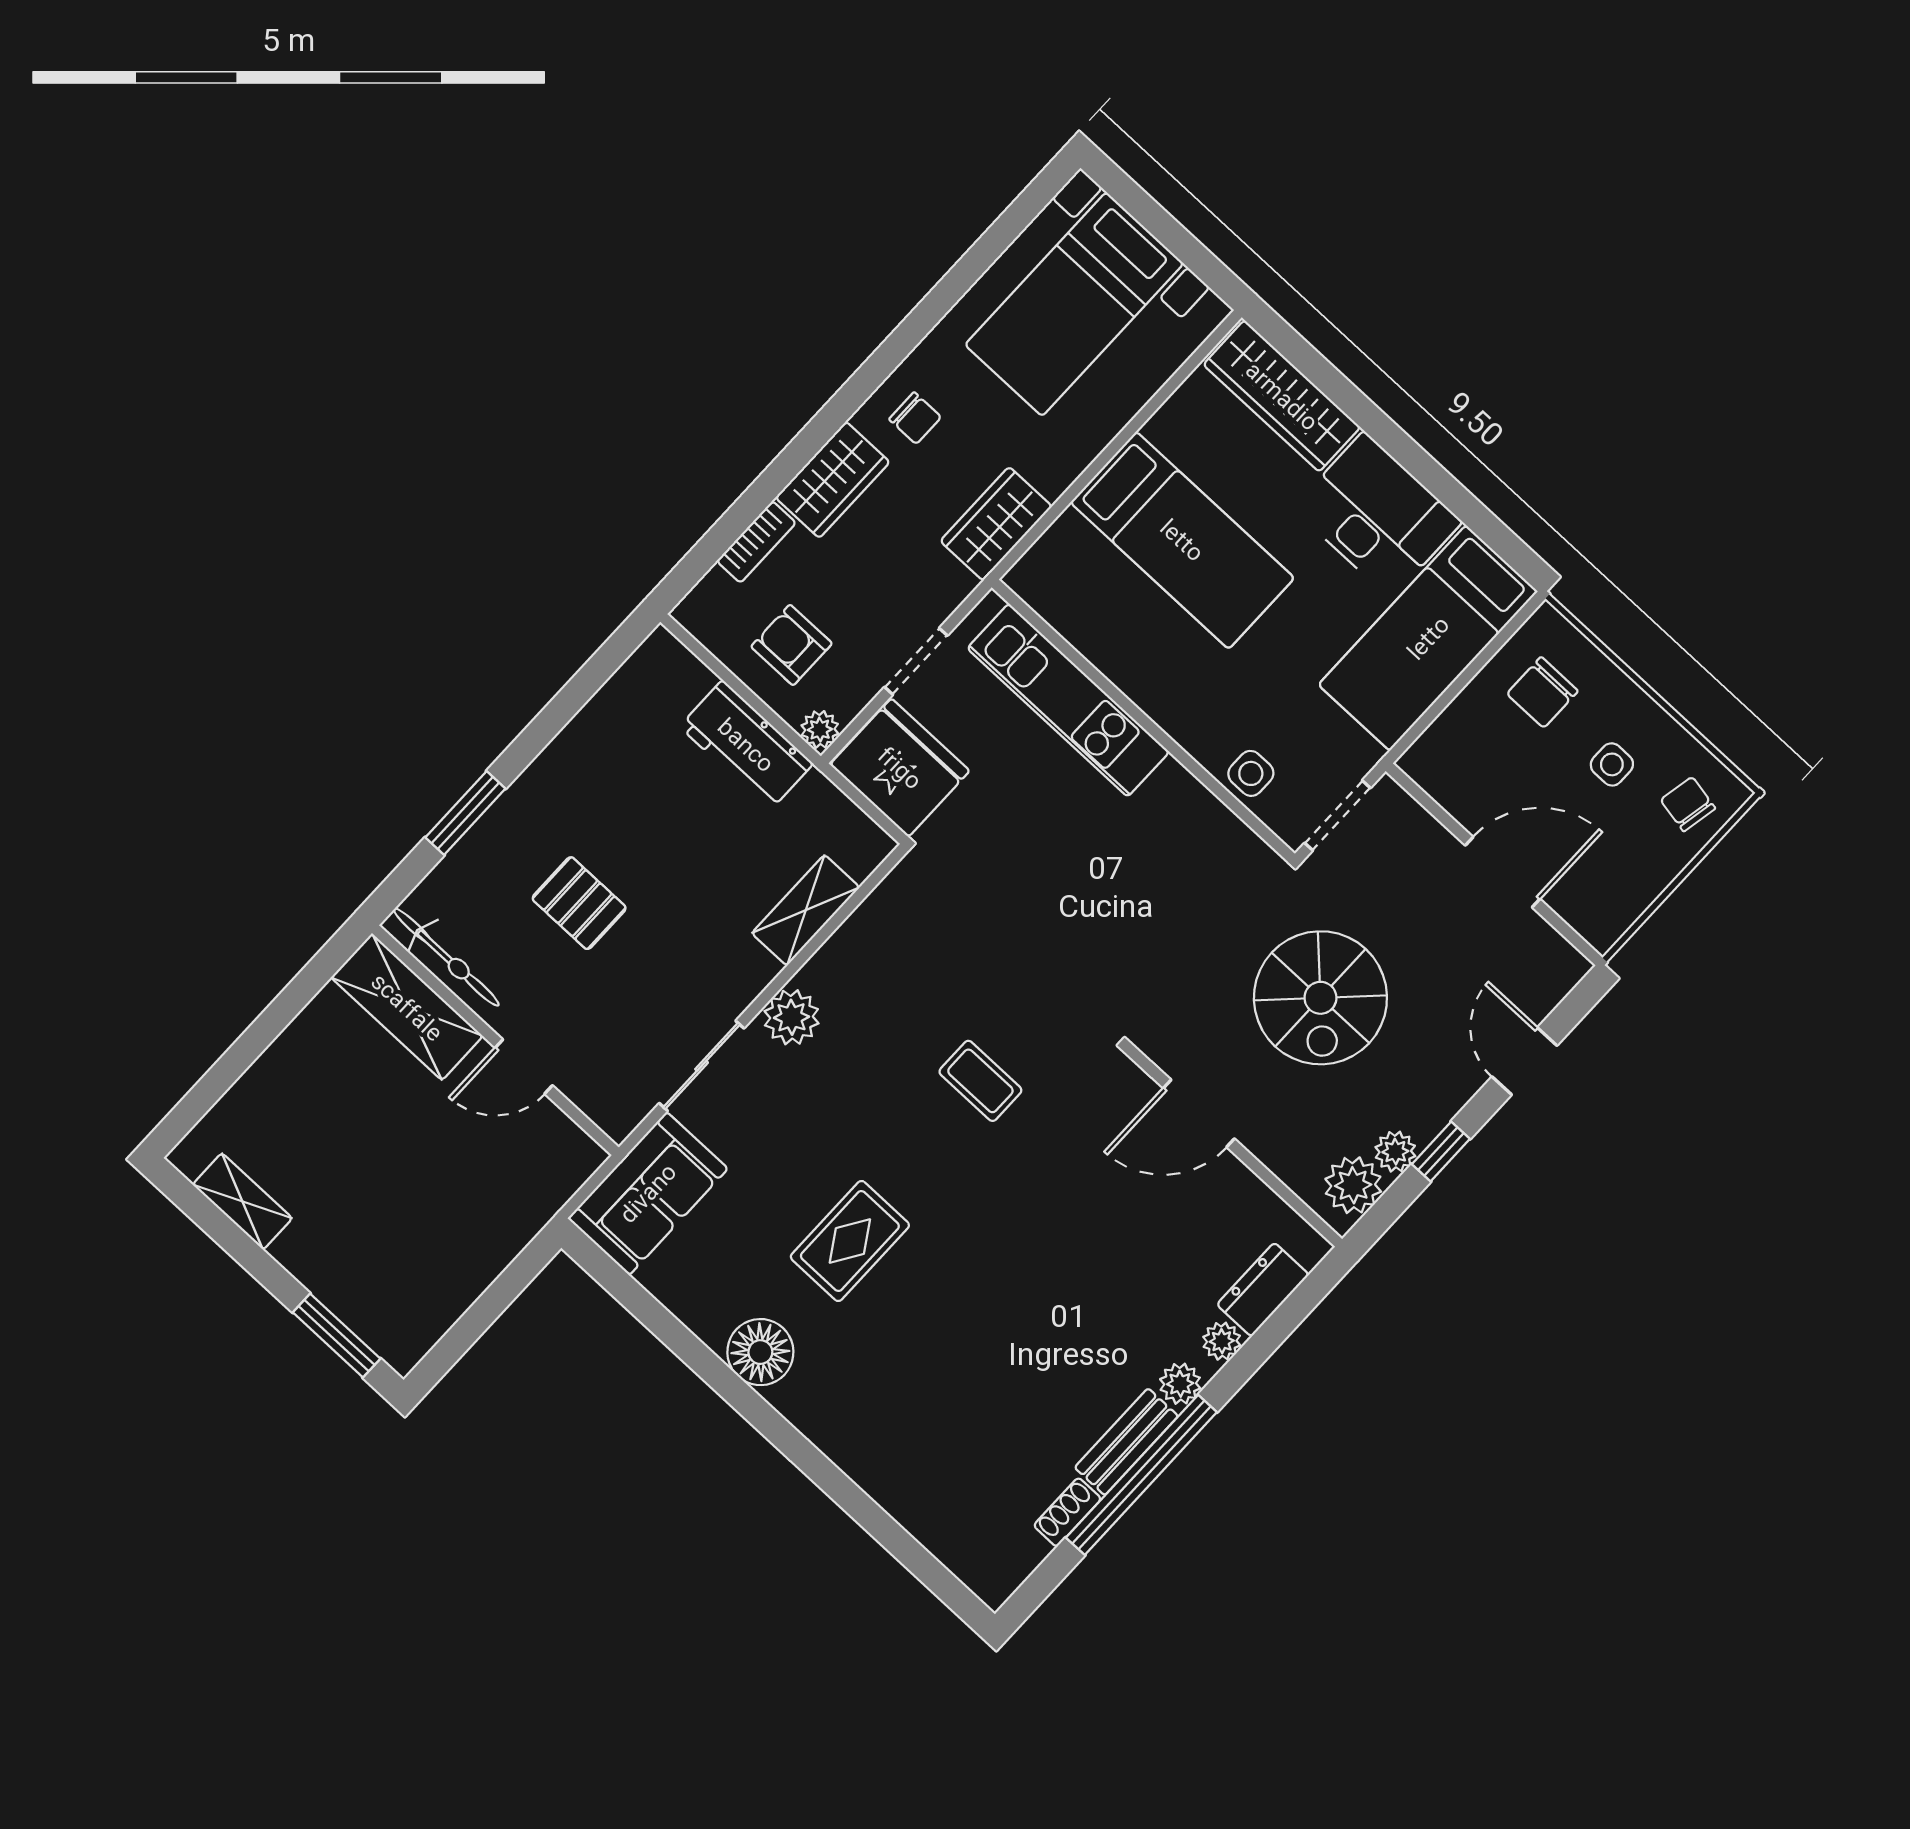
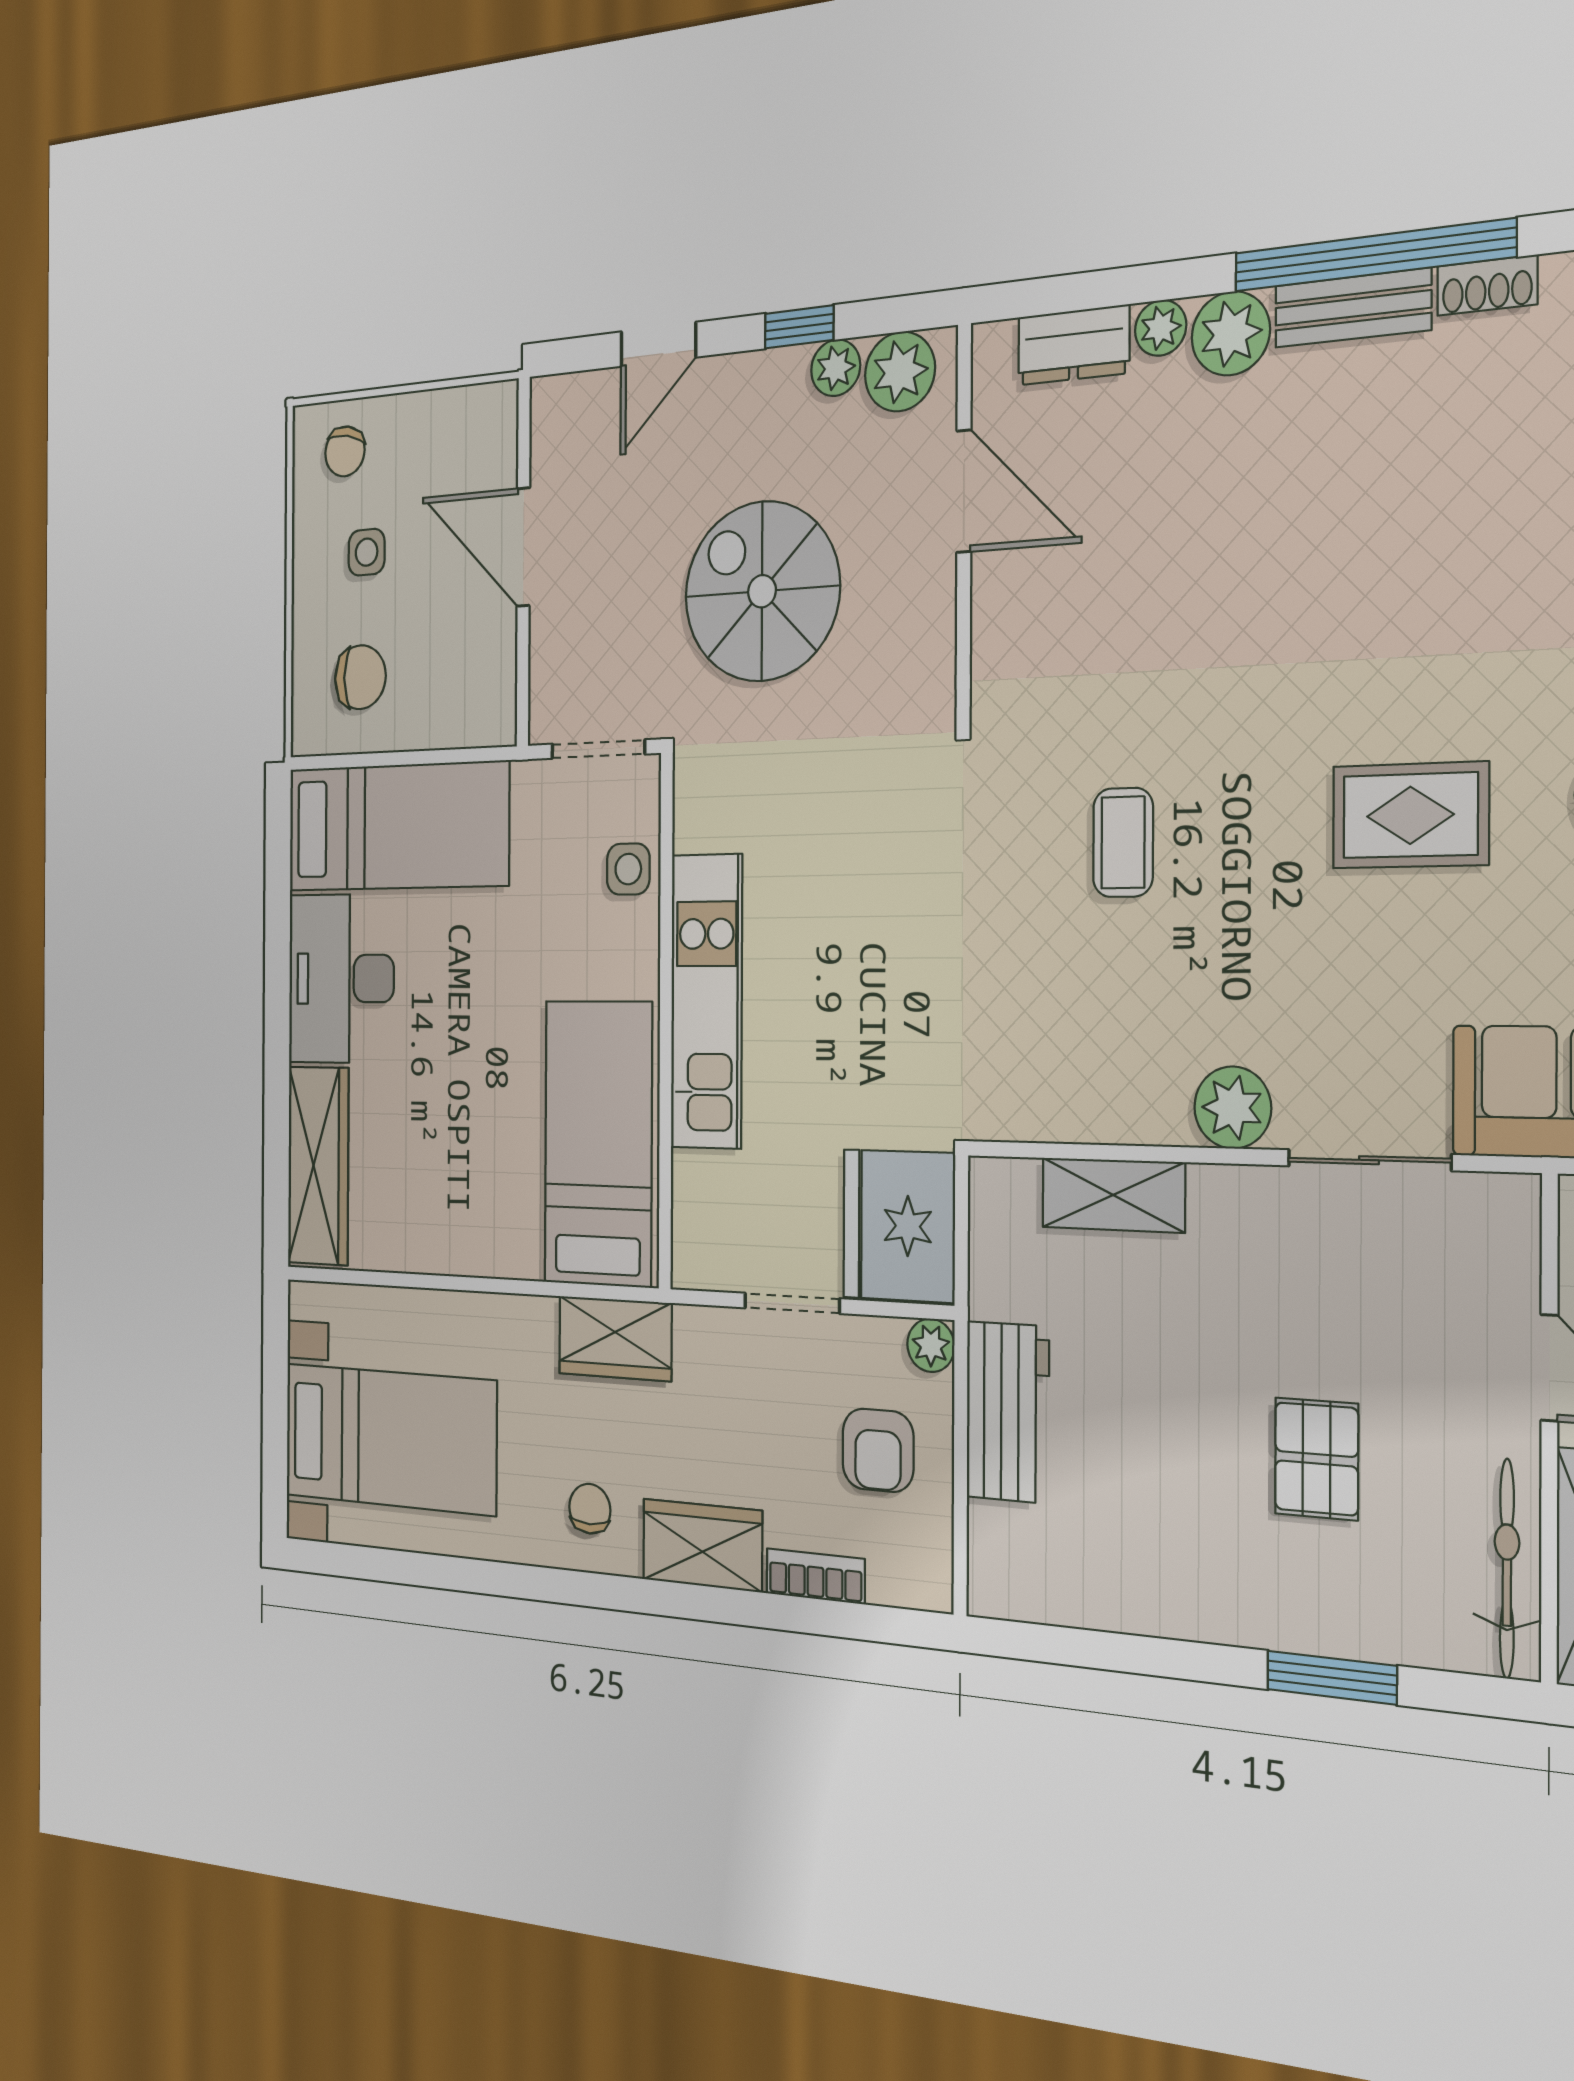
bed: (1182, 540) -> (598, 1143), moved
kitchen unit: (1068, 700) -> (706, 1001), moved
spiral stairs: (1320, 998) -> (762, 591), turned -90
door: (1199, 1113) -> (964, 491), moved
plant: (1180, 1384) -> (1231, 333), width x1.38, depth x1.38

